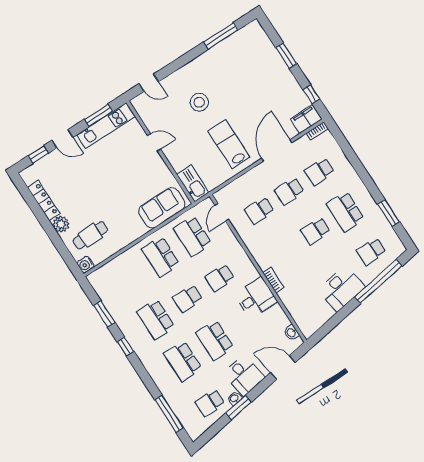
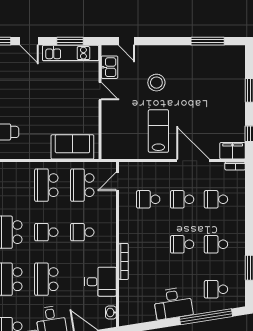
door: (277, 150) -> (193, 161), hinge flipped
kitchen sink: (193, 184) -> (109, 67), moved, width x0.73
school desk: (345, 211) -> (216, 244), width x0.54
bookcase: (273, 280) -> (124, 261), width x1.56
desk: (256, 298) -> (101, 282), moved

